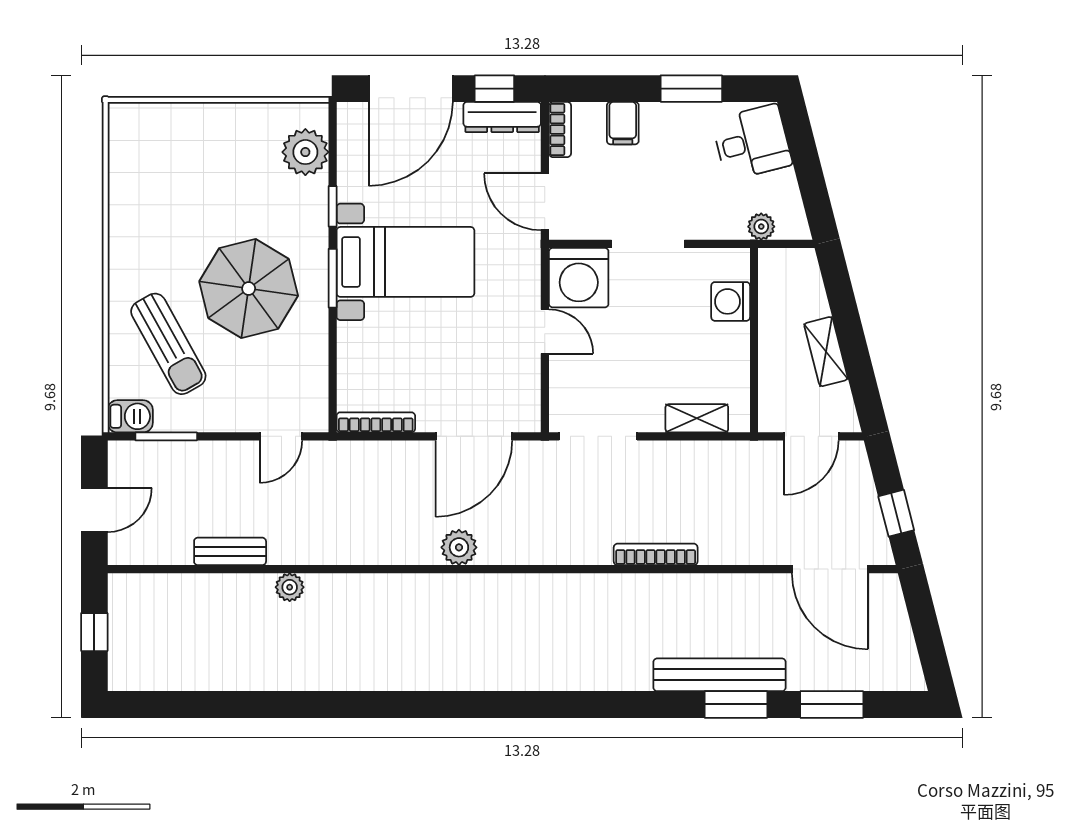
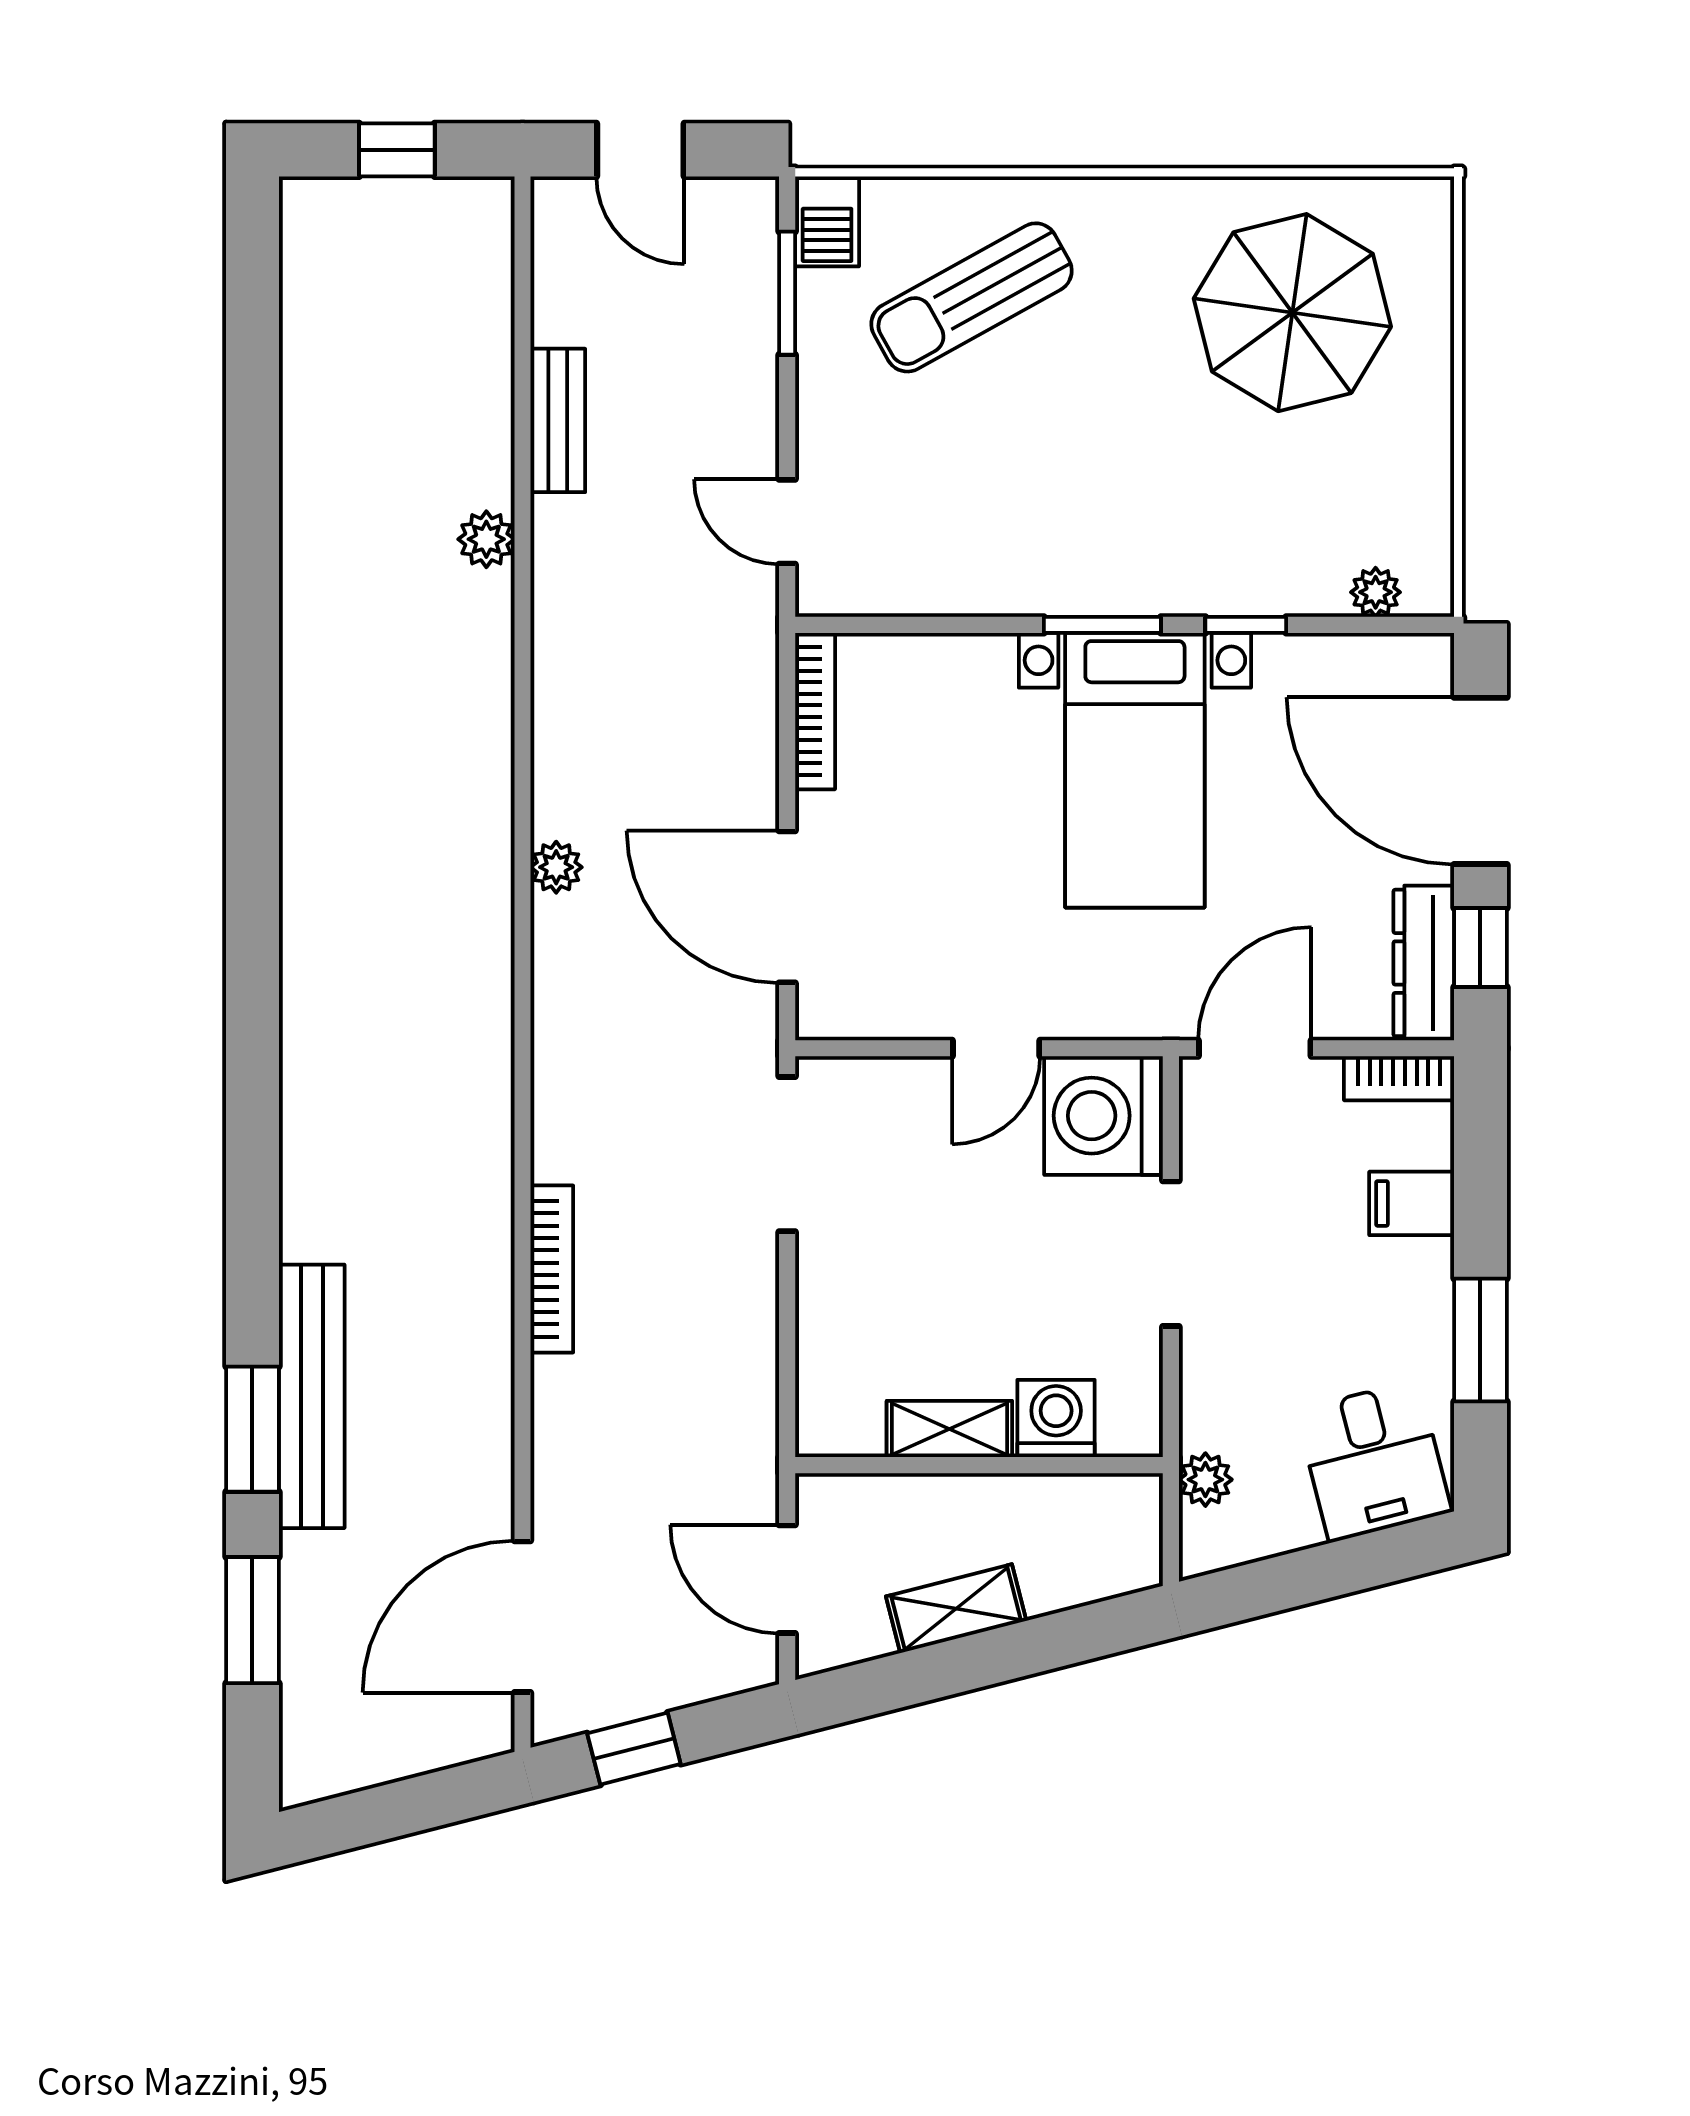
plant: (305, 152) -> (1376, 592), width x0.53, depth x0.53
parasol: (249, 289) -> (1292, 313), moved
shelving: (697, 418) -> (949, 1429), moved, turned 90
plant: (459, 547) -> (556, 867), width x0.73, depth x0.73

